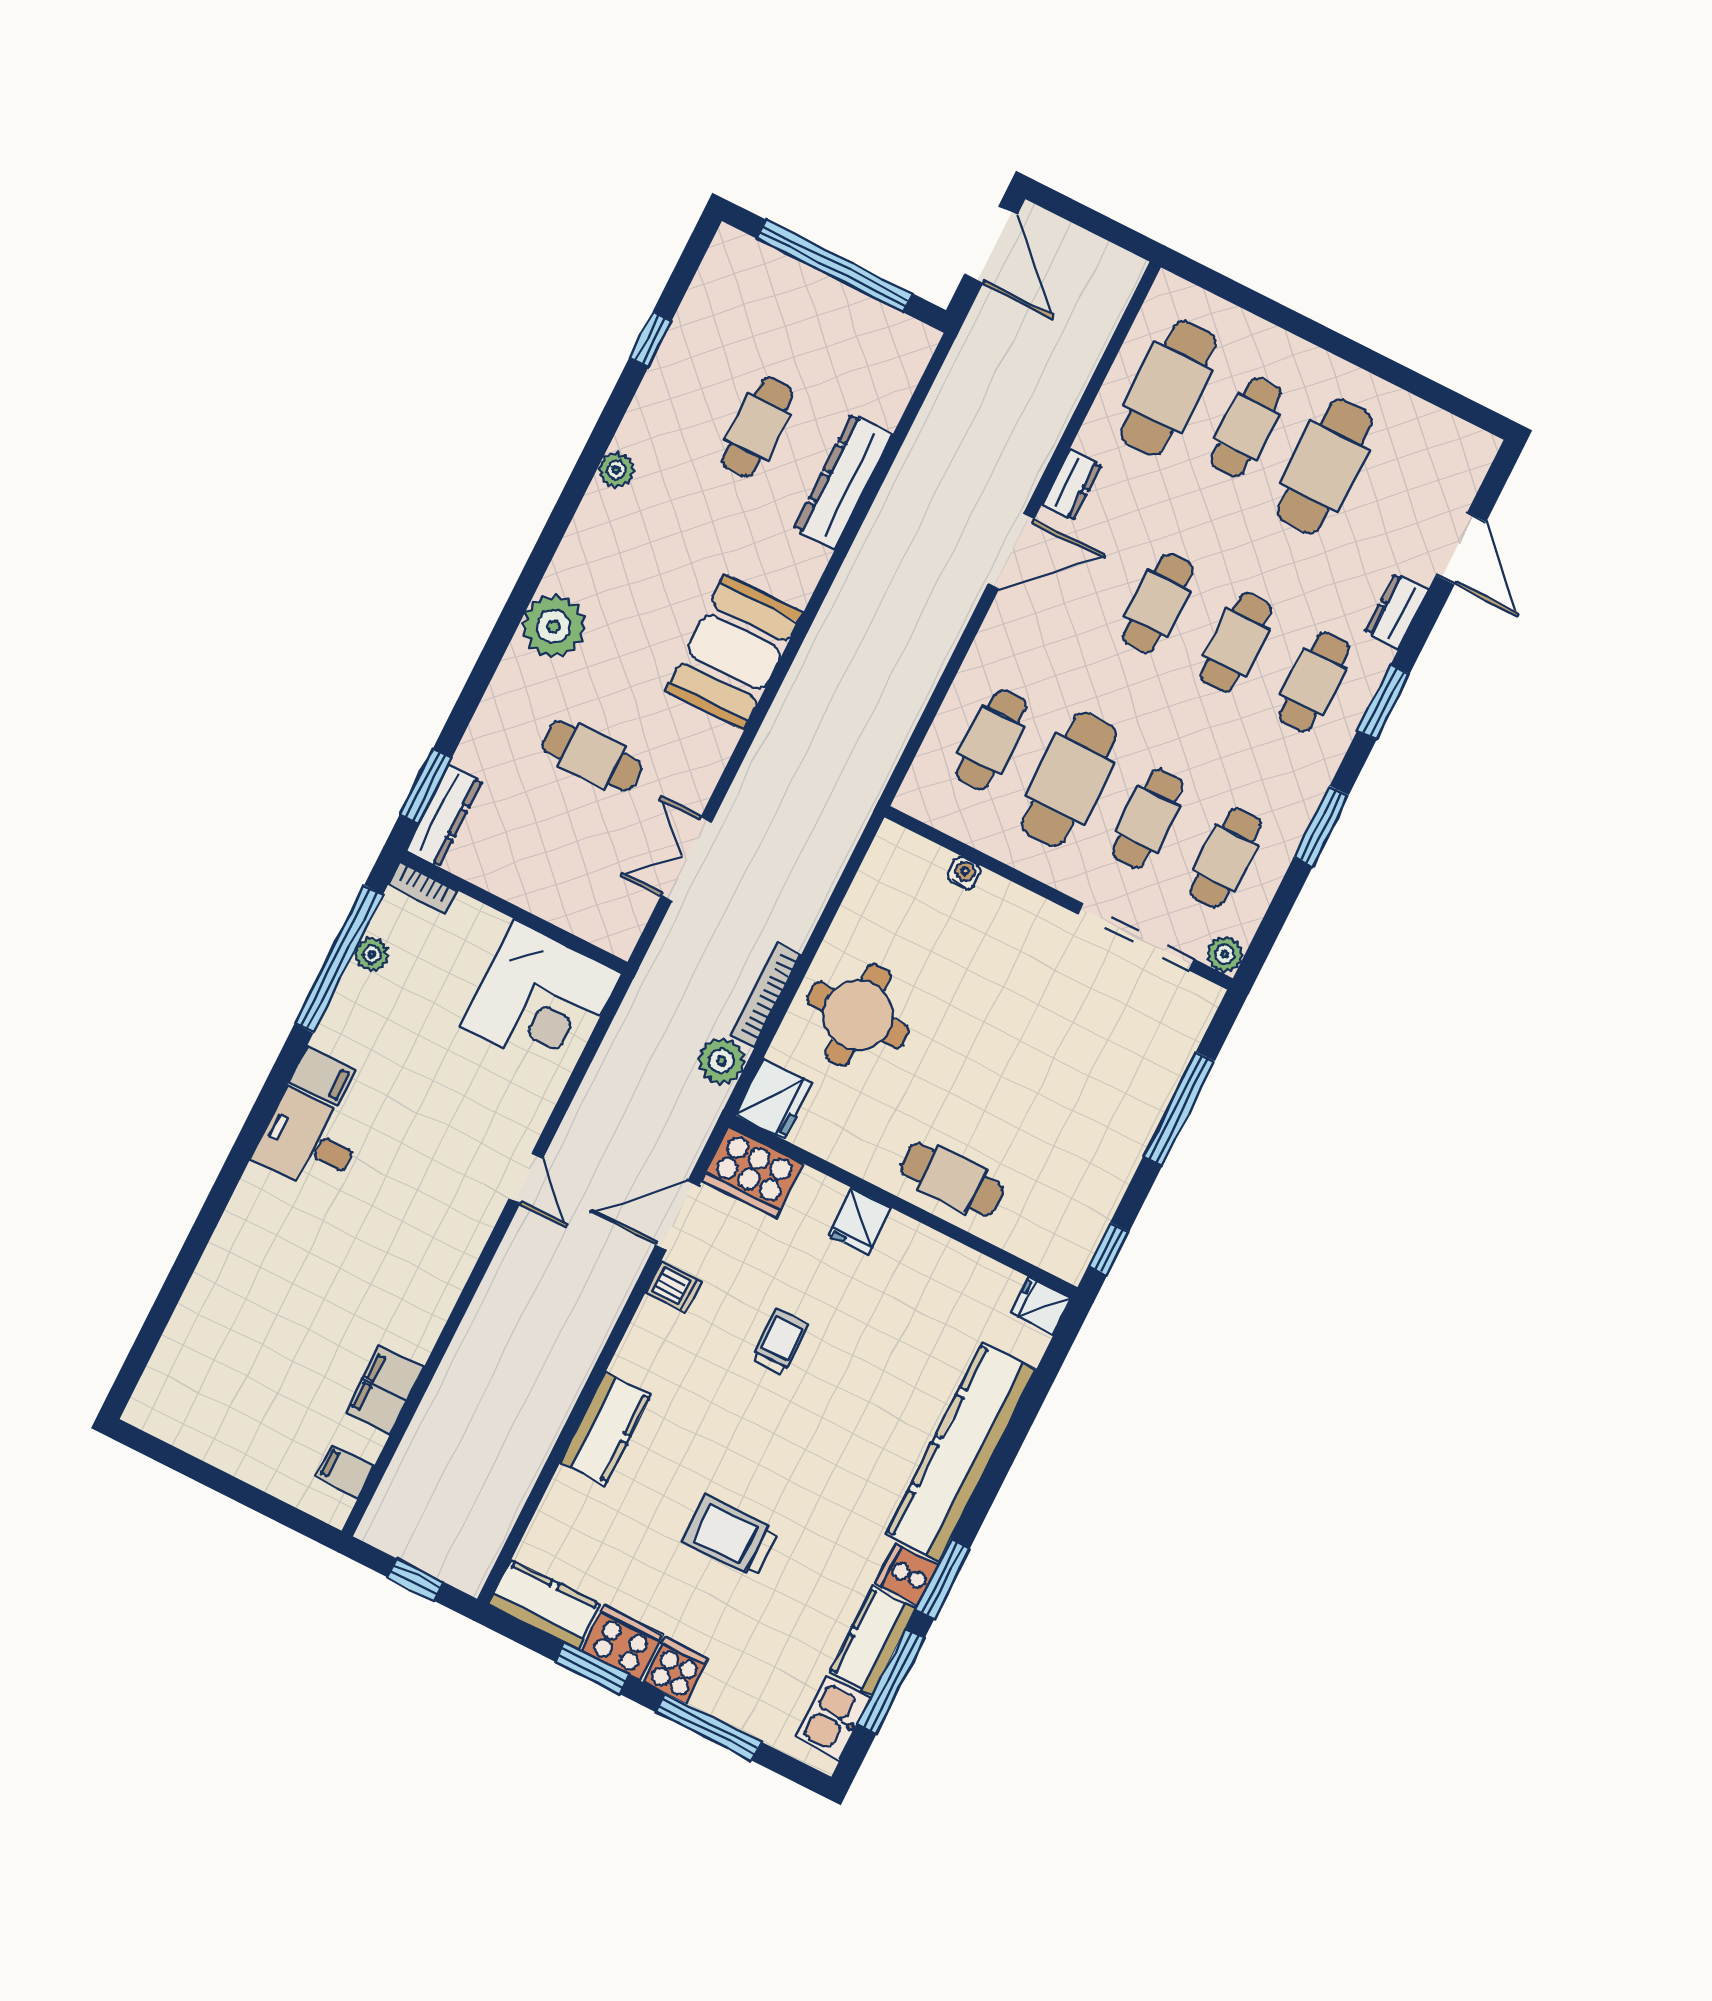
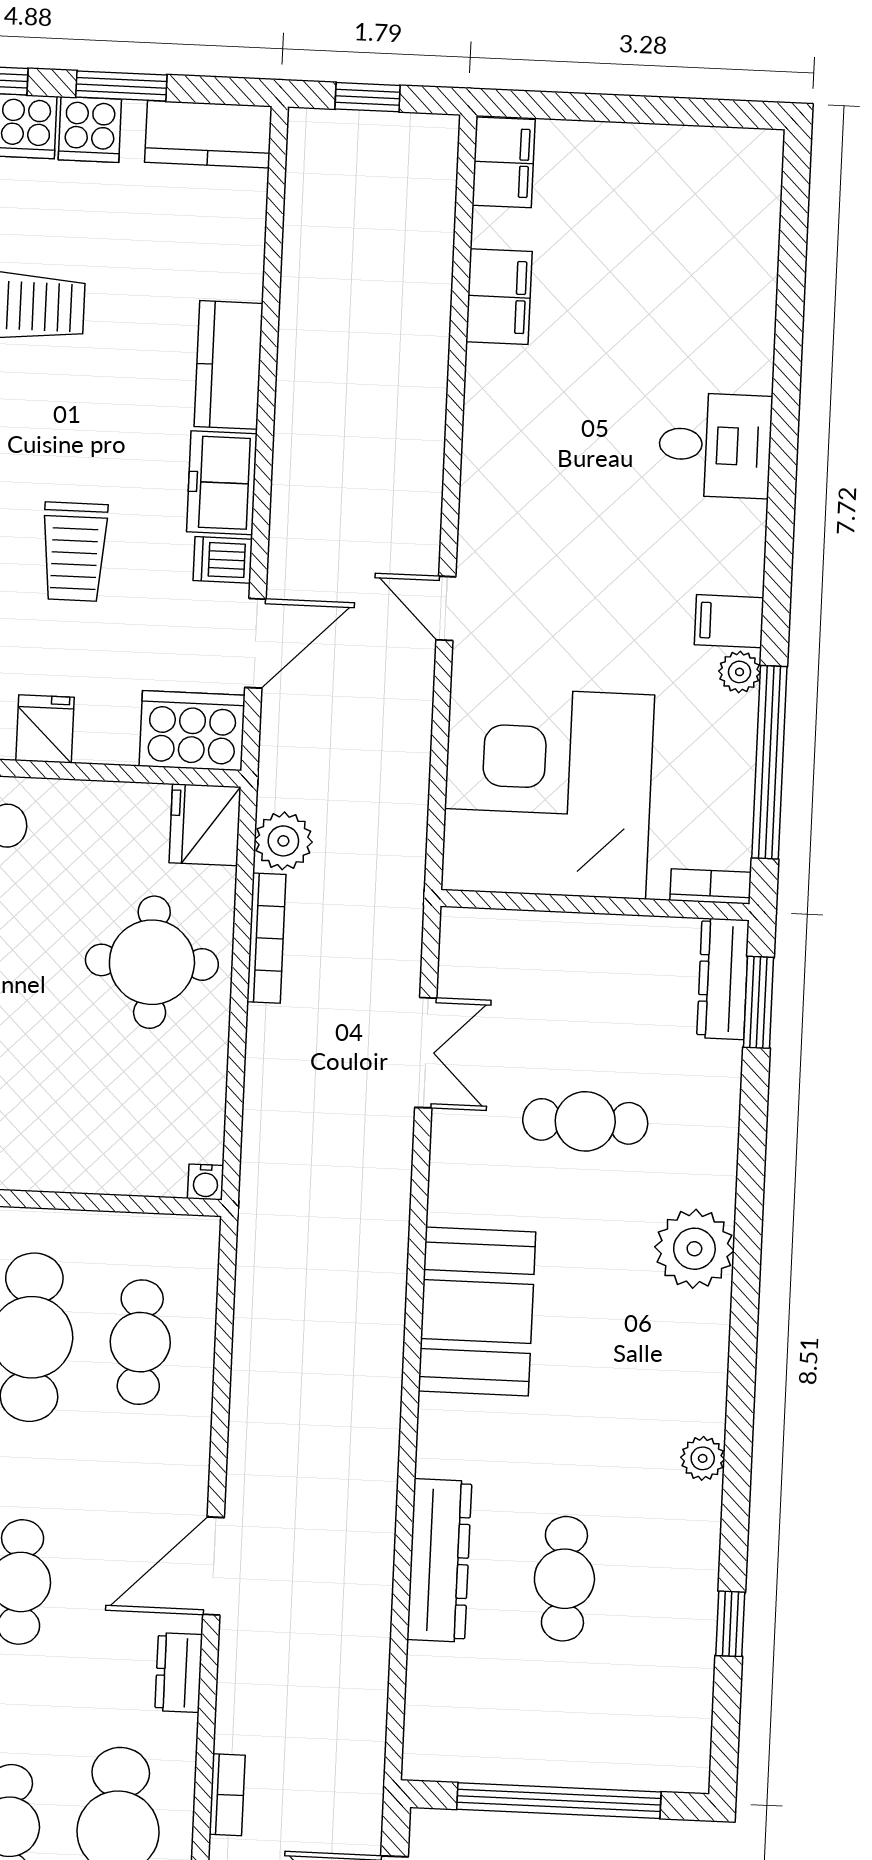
bookcase: (1076, 379) -> (227, 1795), added
water cooler: (964, 873) -> (206, 1182), moved
plant: (372, 954) -> (740, 672), moved
corner desk: (541, 1000) -> (548, 793), width x1.36, depth x1.36
desk: (309, 1142) -> (715, 445), moved
trolley: (780, 1342) -> (74, 552), width x1.36, depth x1.39
freezer: (649, 1344) -> (222, 483), added
filing cabinet: (345, 1471) -> (504, 162), width x2.00
cooker: (622, 1643) -> (90, 129), width x0.73

